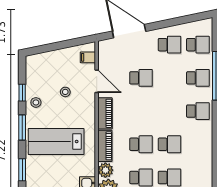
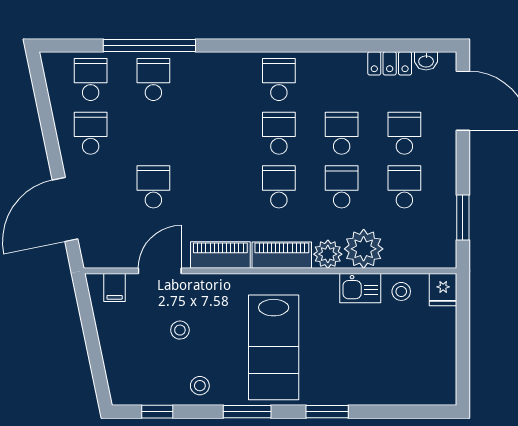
window: (22, 93) -> (157, 412), moved
school desk: (198, 111) -> (279, 79), moved

